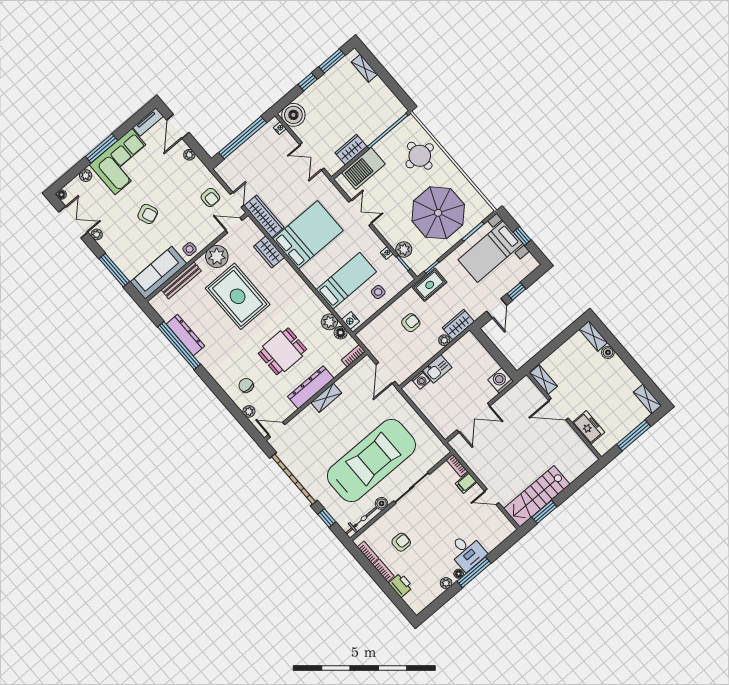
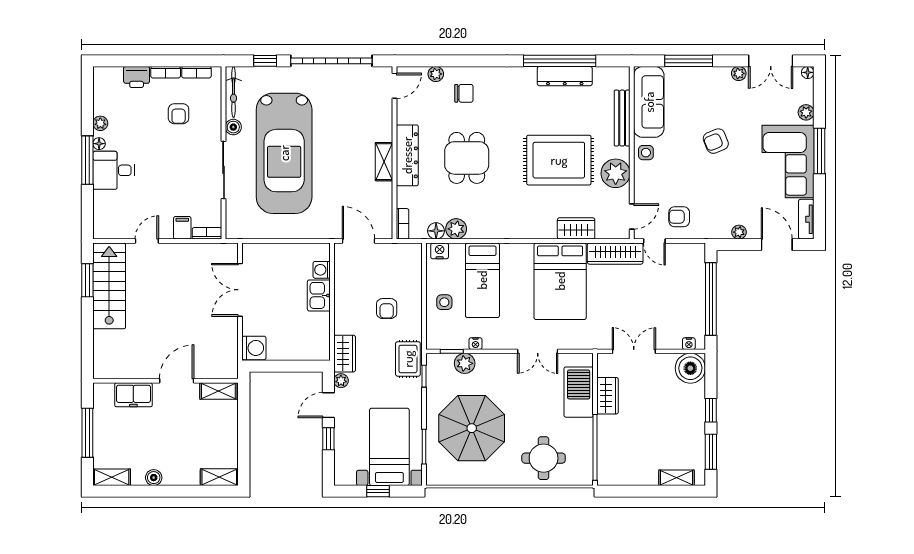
door: (497, 308) -> (328, 405), hinge flipped
plant: (444, 340) -> (341, 381), moved
boiler: (608, 352) -> (154, 478), moved

